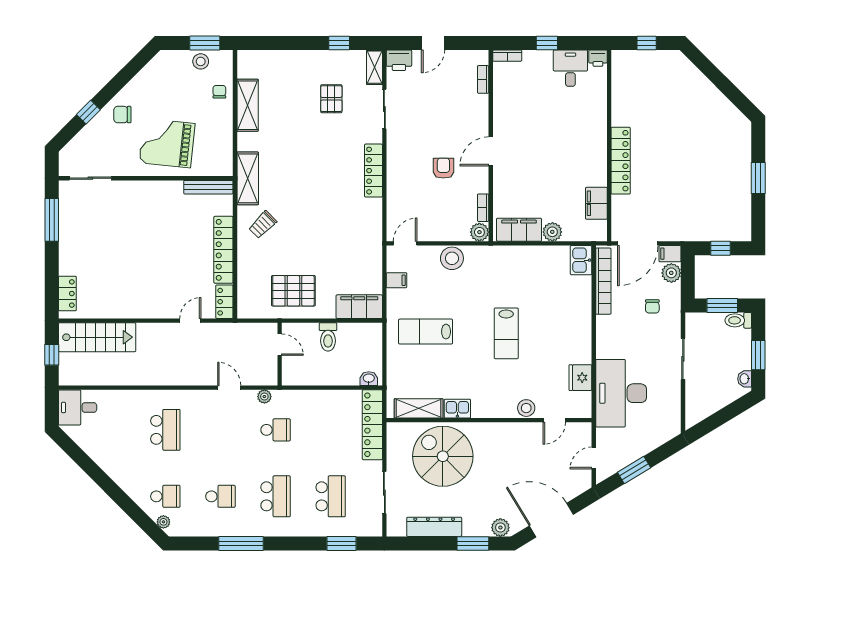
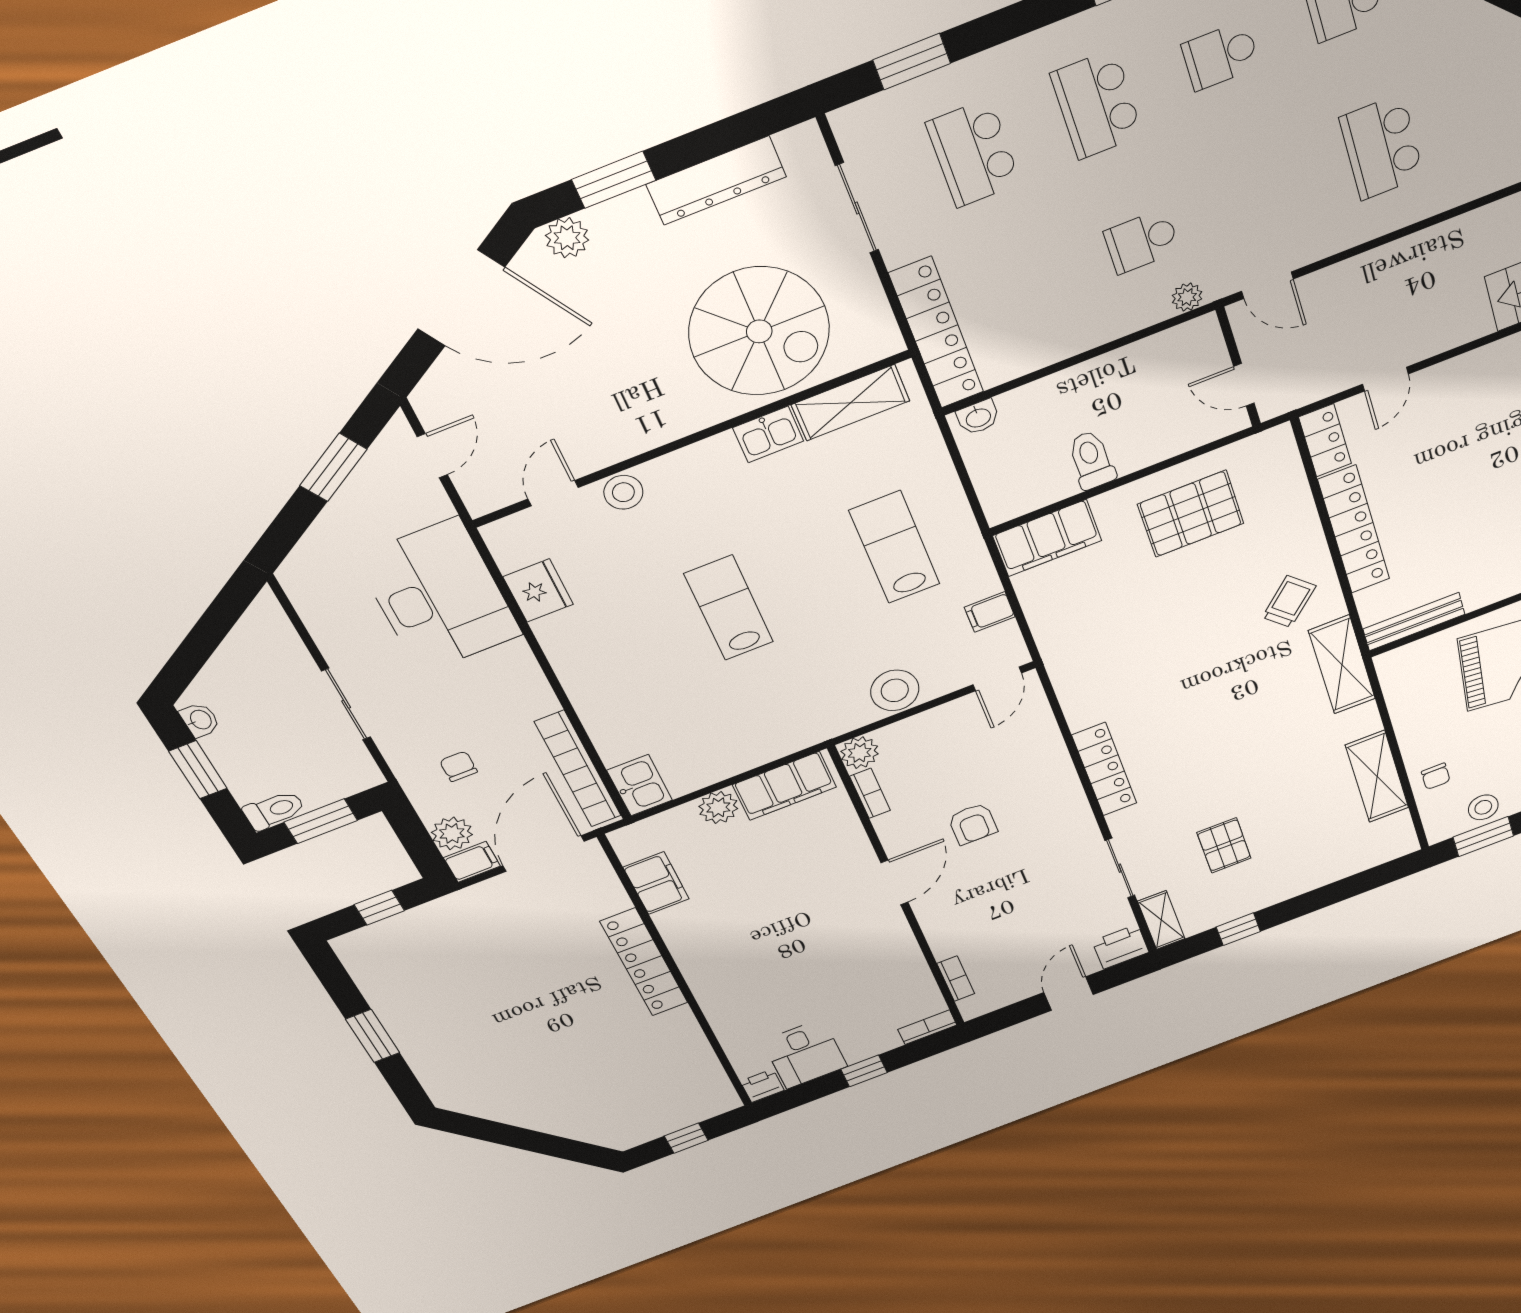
lab bench: (426, 332) -> (895, 547), turned -90
door: (280, 345) -> (1244, 385), moved
wall: (280, 354) -> (1238, 367), moved

